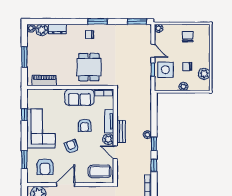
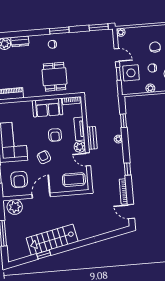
chair: (188, 37) -> (155, 47), moved
window: (154, 144) -> (123, 121), moved

